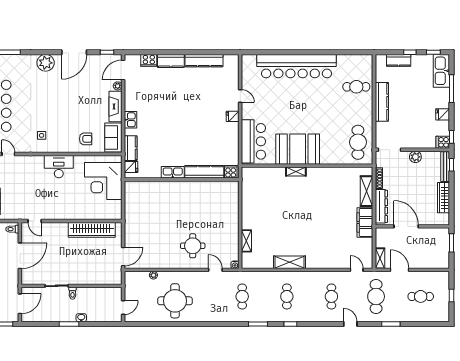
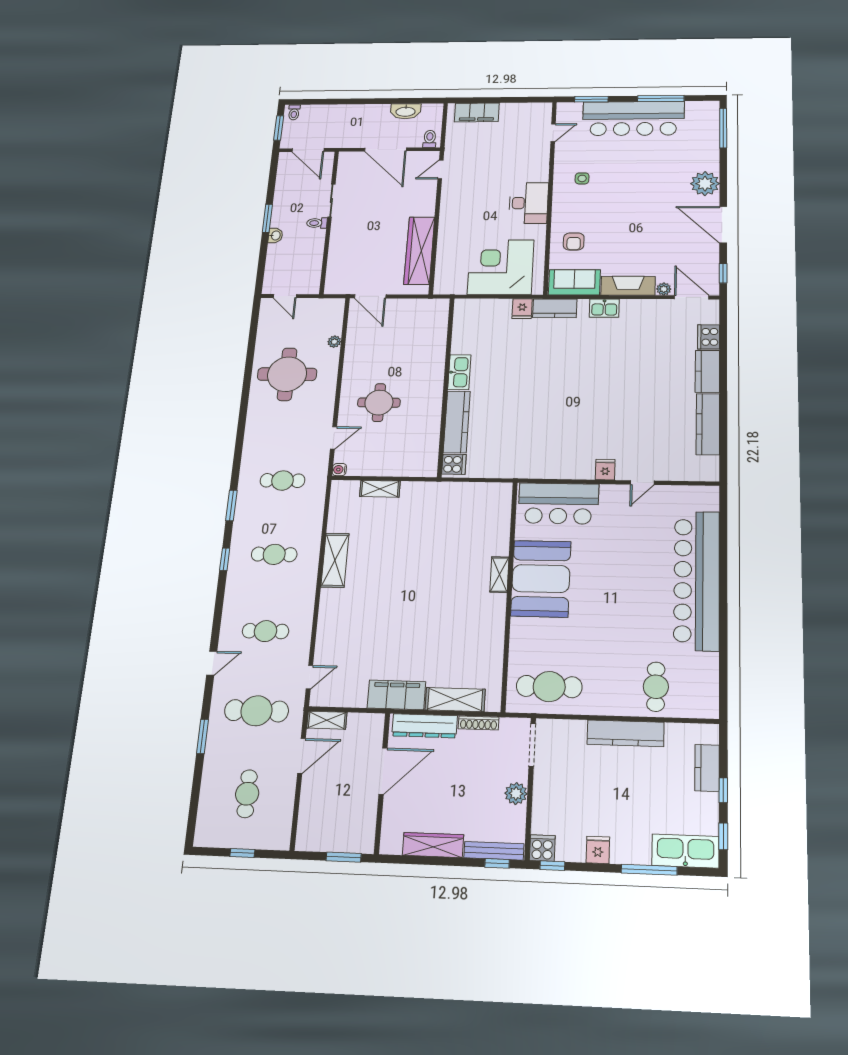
kitchen sink: (173, 172) -> (459, 372), moved
kitchen counter: (204, 172) -> (457, 422), moved
cooker: (231, 172) -> (454, 464), moved
wall: (182, 180) -> (446, 386), moved

